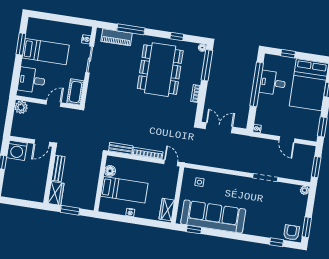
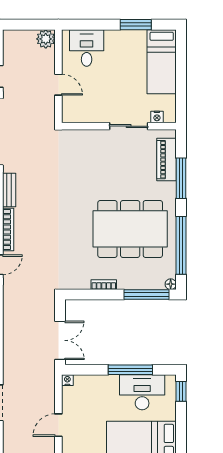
window: (177, 36) -> (181, 245), width x3.17
bed: (46, 52) -> (162, 62), moved
window: (288, 54) -> (181, 391), moved
desk: (273, 83) -> (142, 392), width x1.37
window: (257, 84) -> (130, 370), width x0.68
cot: (75, 92) -> (80, 113), removed
double door: (219, 128) -> (60, 340), moved

